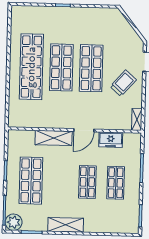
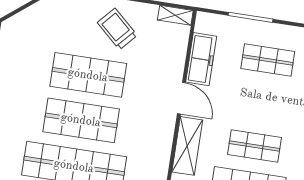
freezer: (111, 140) -> (201, 59), width x1.40
shop shelf: (87, 182) -> (254, 146), moved

